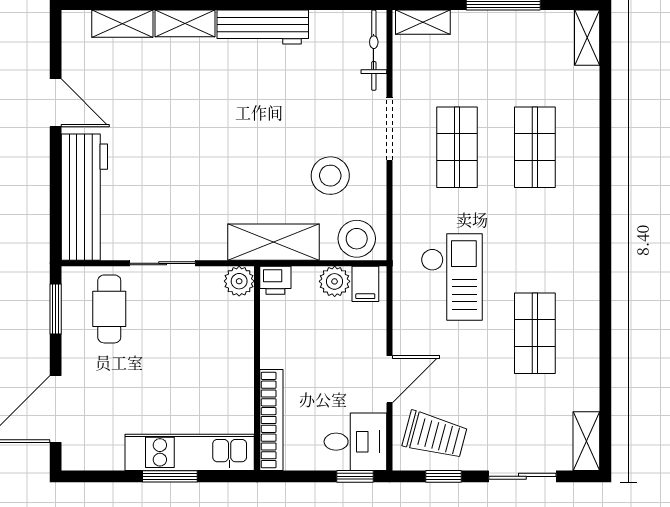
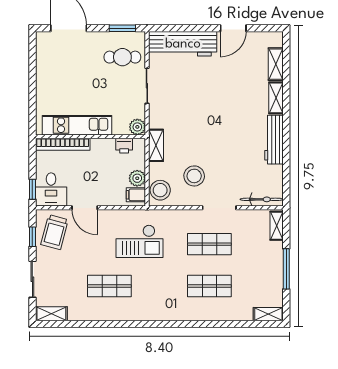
shelving: (273, 242) -> (156, 145), width x0.67, depth x0.75
printer: (275, 280) -> (124, 146), moved, turned -90
kitchen unit: (190, 452) -> (77, 125), moved, turned -90
window: (170, 476) -> (32, 90), removed

